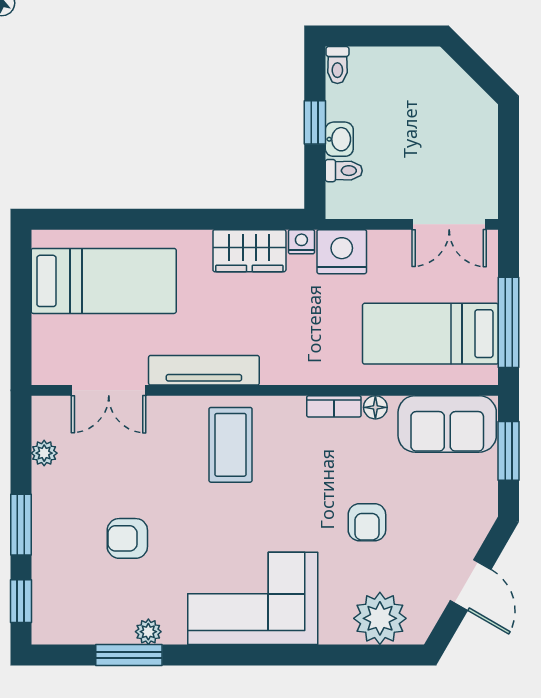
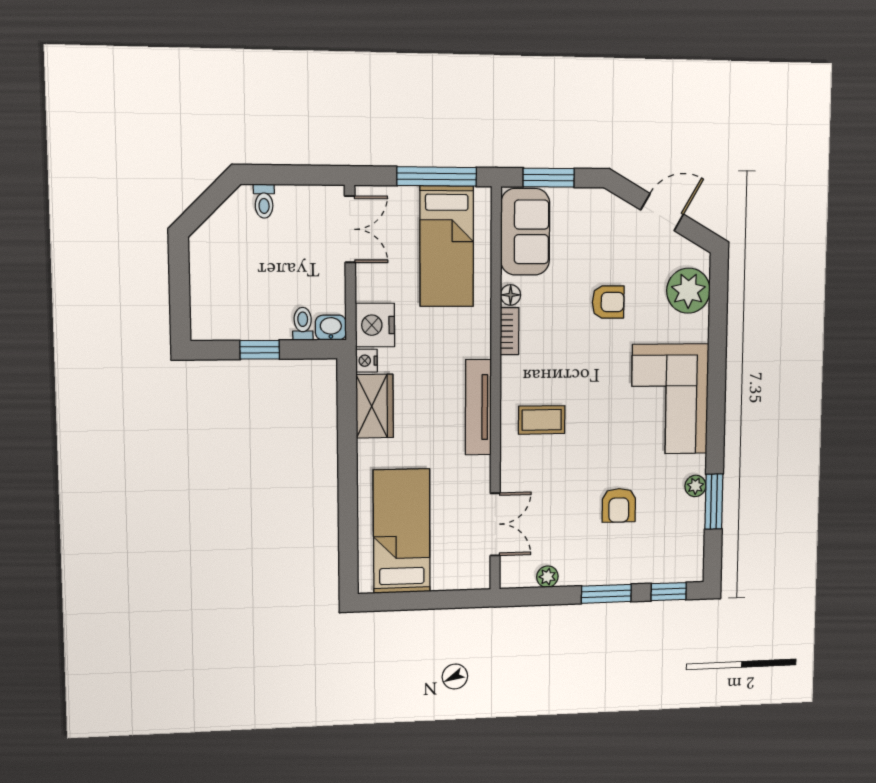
toilet: (337, 65) -> (264, 201), moved, turned 90
washbasin: (339, 139) -> (331, 328), moved
tv unit: (204, 370) -> (478, 407), moved
coffee table: (231, 445) -> (542, 420), width x0.73, depth x0.77

